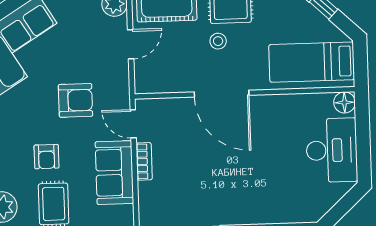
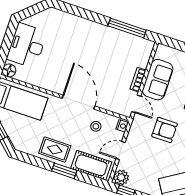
stool: (218, 41) -> (96, 126), moved
nightstand: (142, 83) -> (122, 126), added
armchair: (75, 100) -> (165, 130), turned 180

